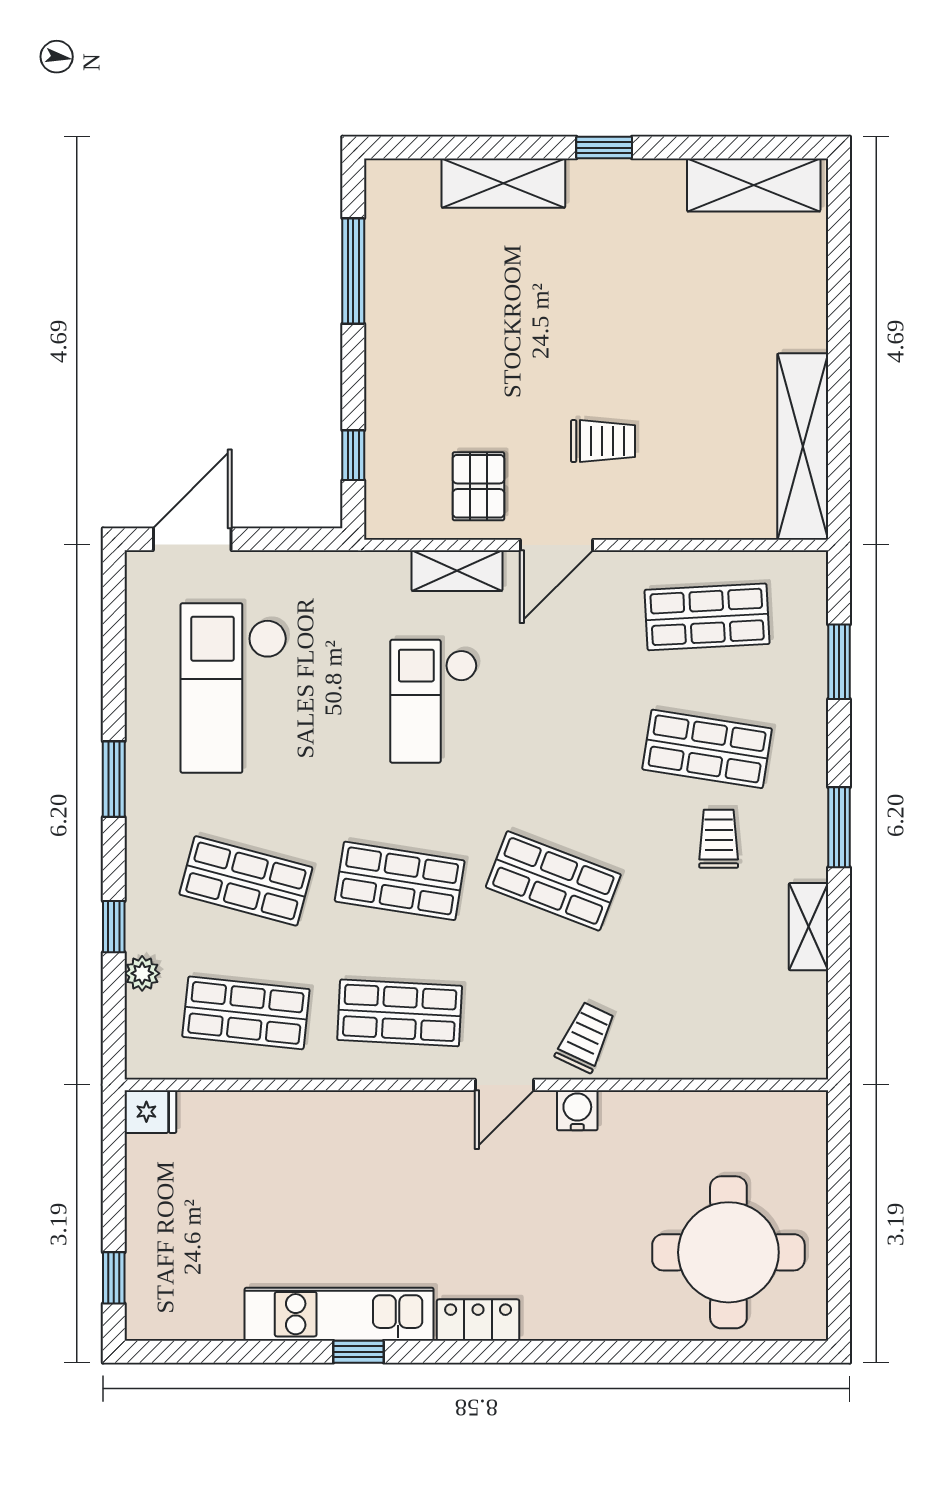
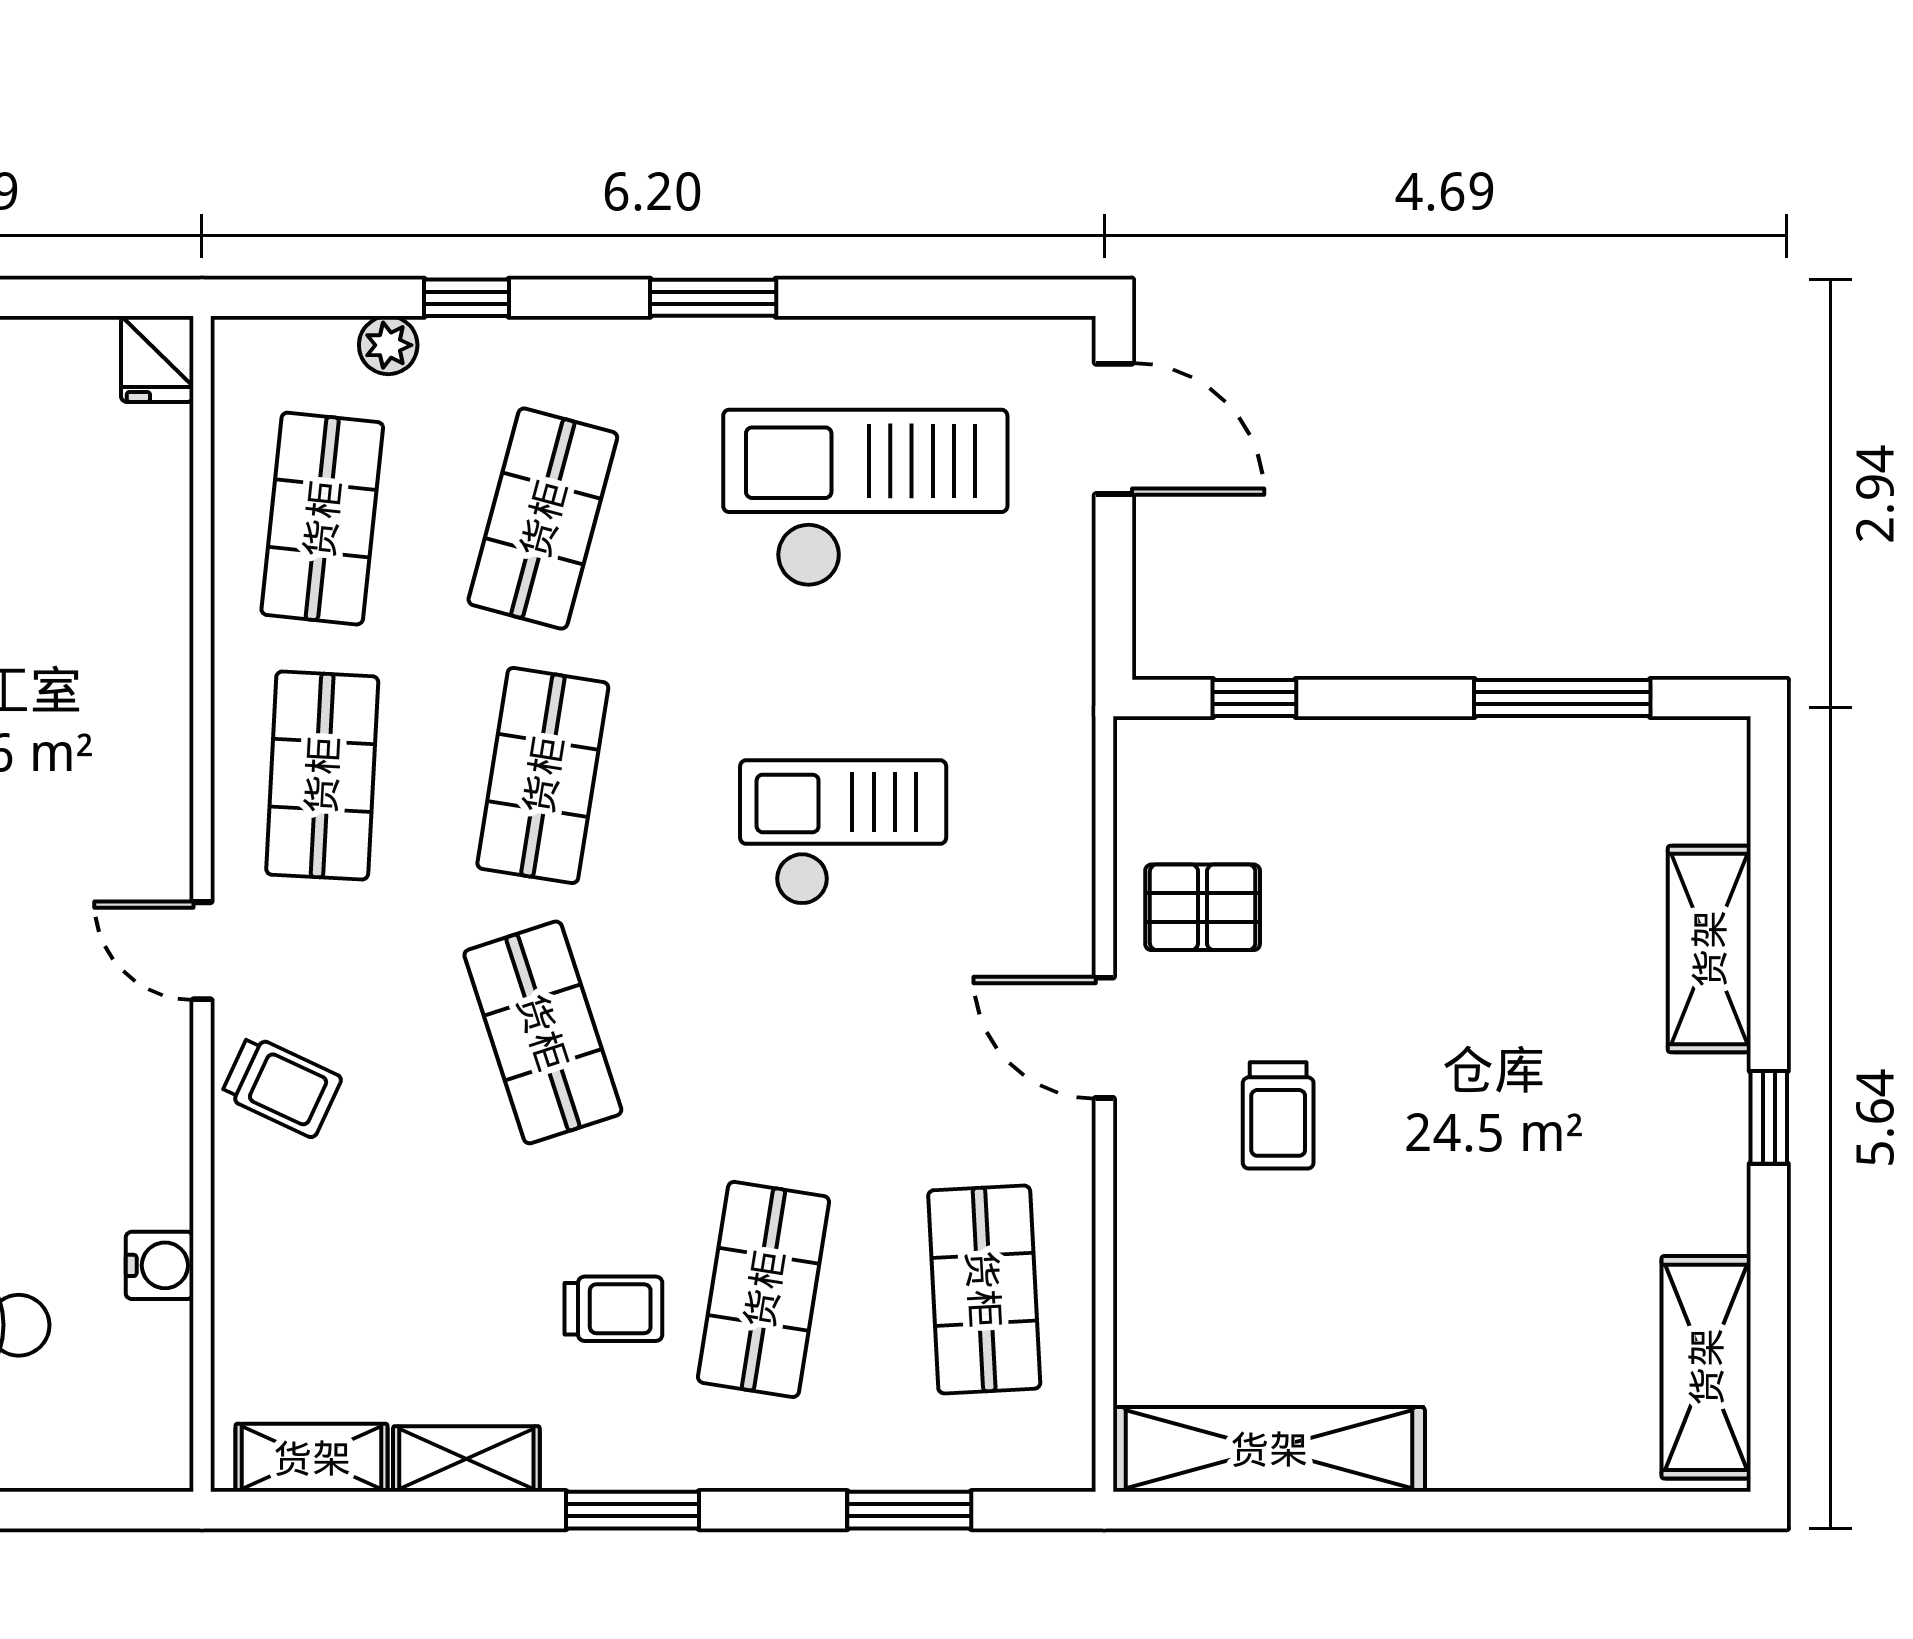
shelving: (457, 571) -> (312, 1458), moved, turned 90
shop shelf: (553, 881) -> (543, 1032), turned -39
water cooler: (577, 1110) -> (160, 1265), moved

